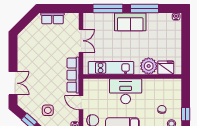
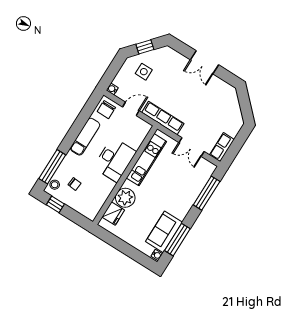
window: (144, 9) -> (177, 240), moved
row of seats: (52, 18) -> (222, 147), moved
sofa: (130, 22) -> (164, 232), moved
double door: (13, 83) -> (205, 62), moved

